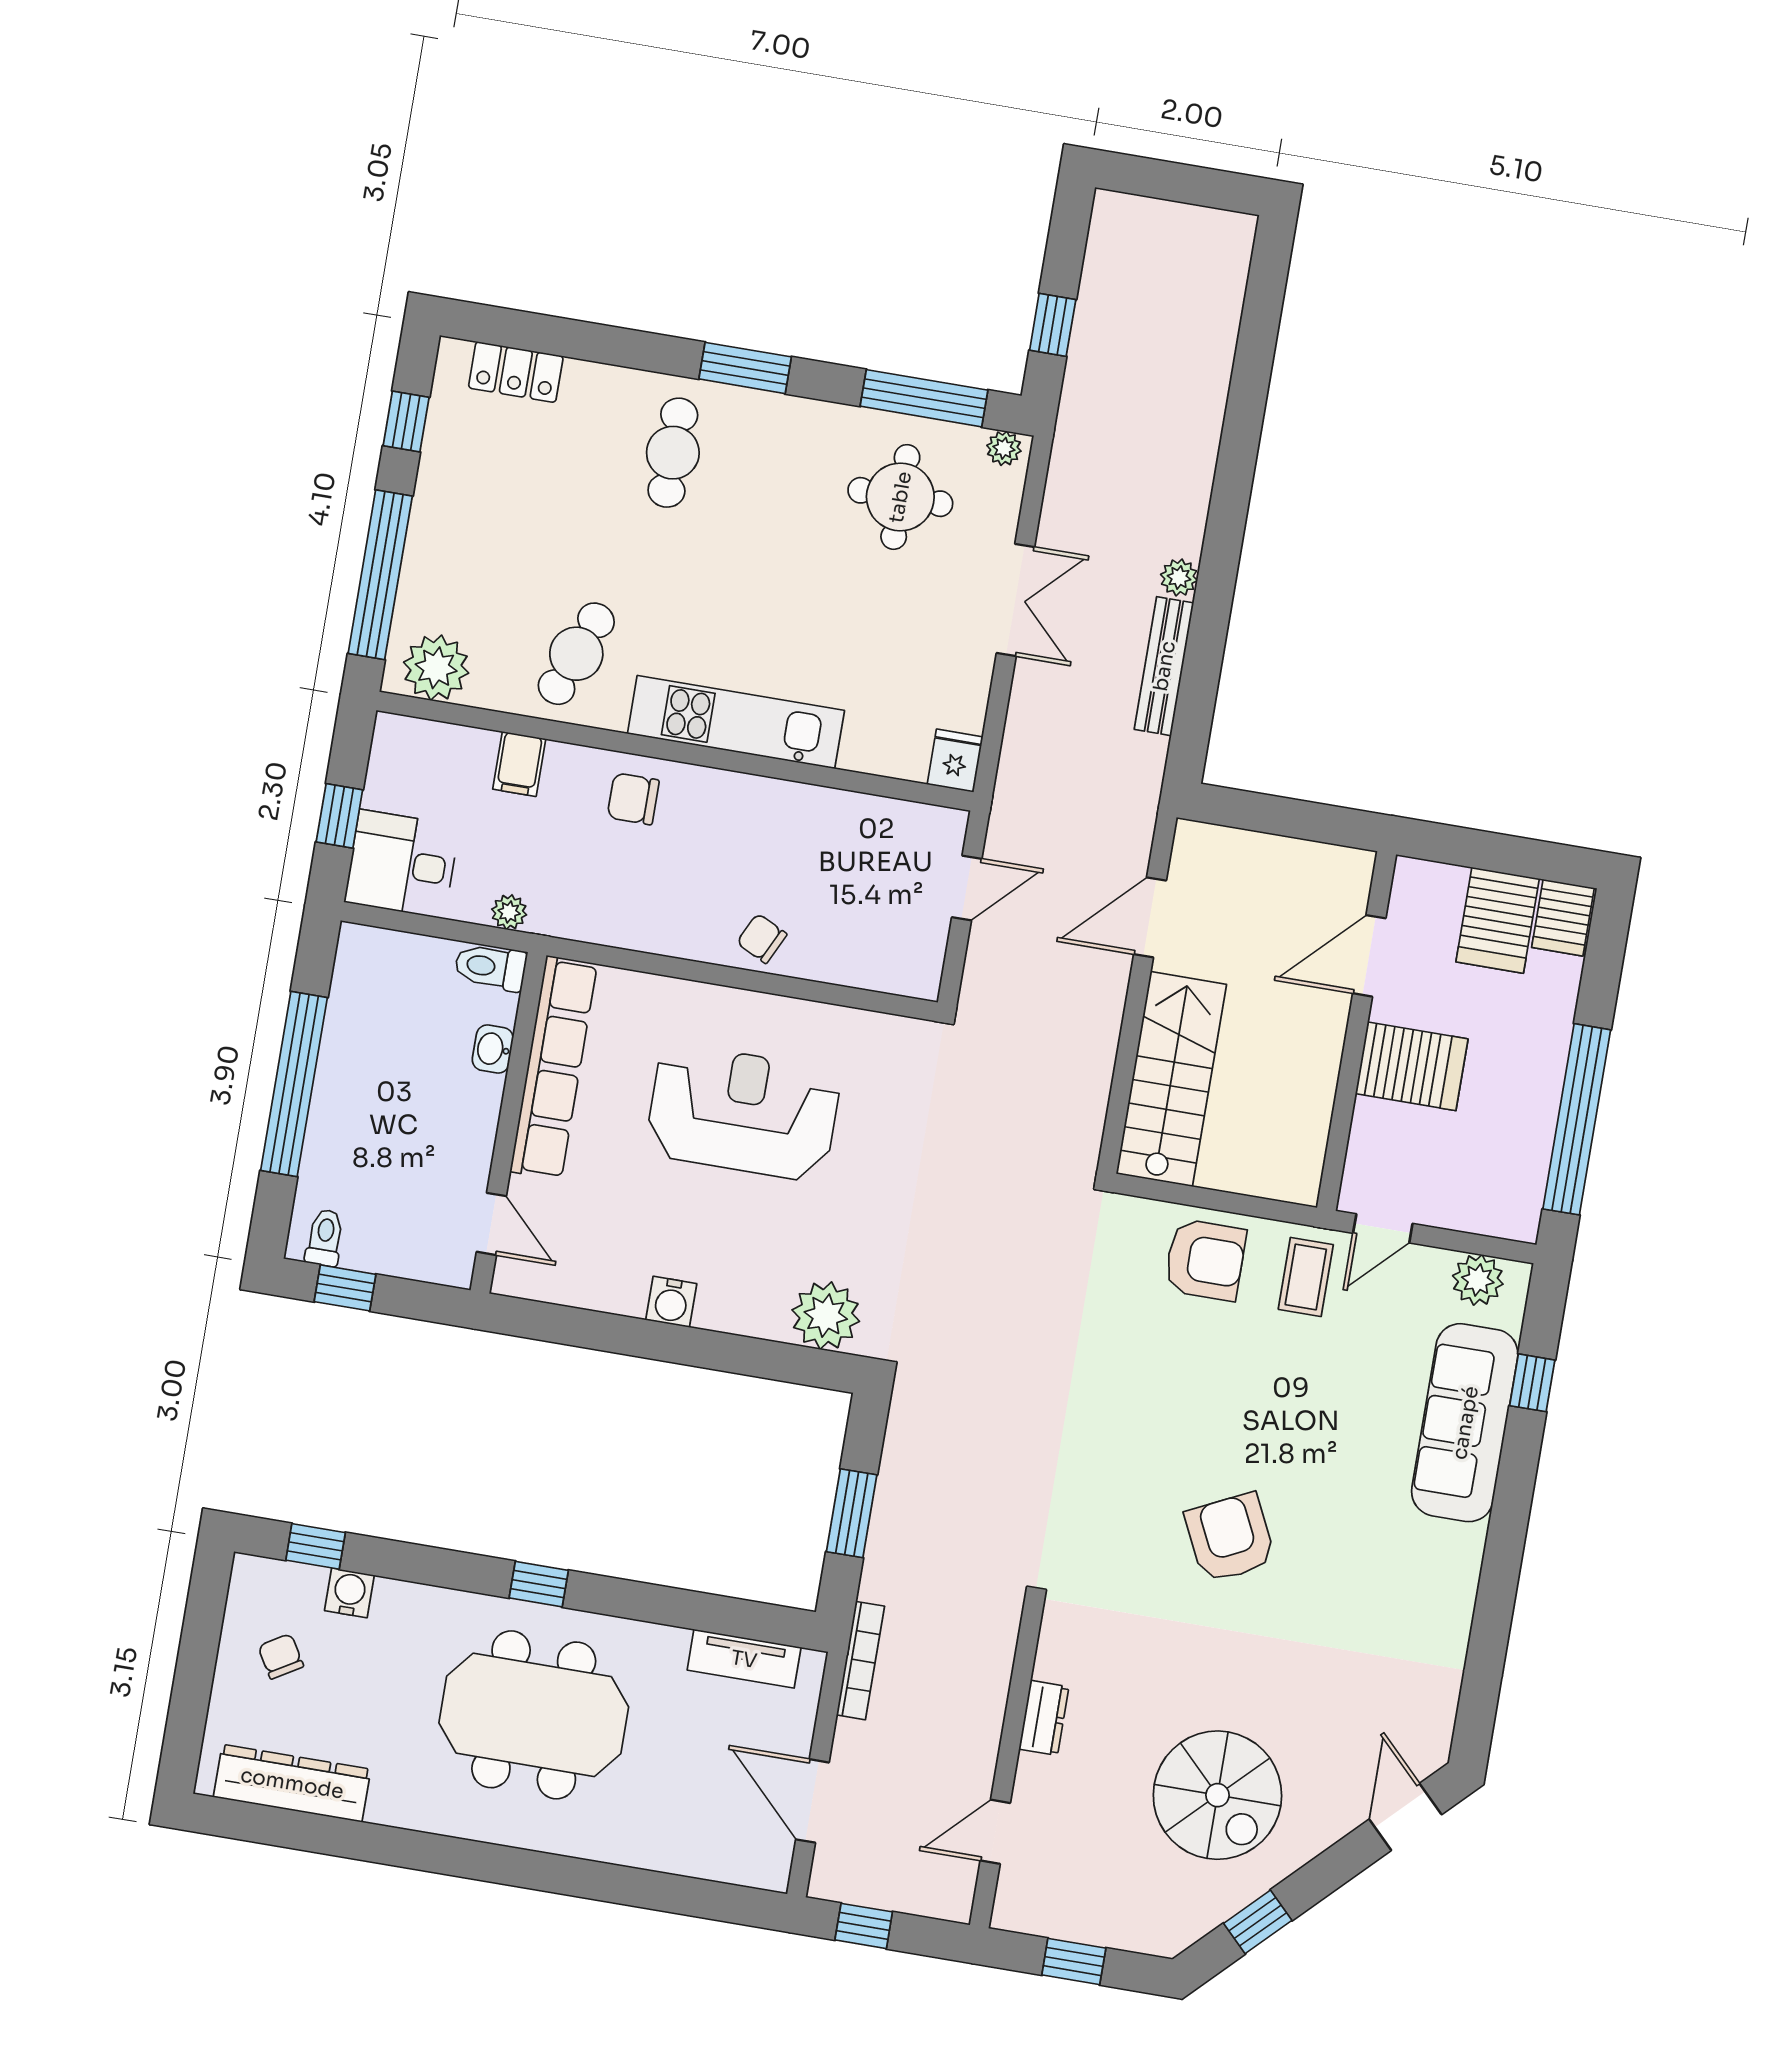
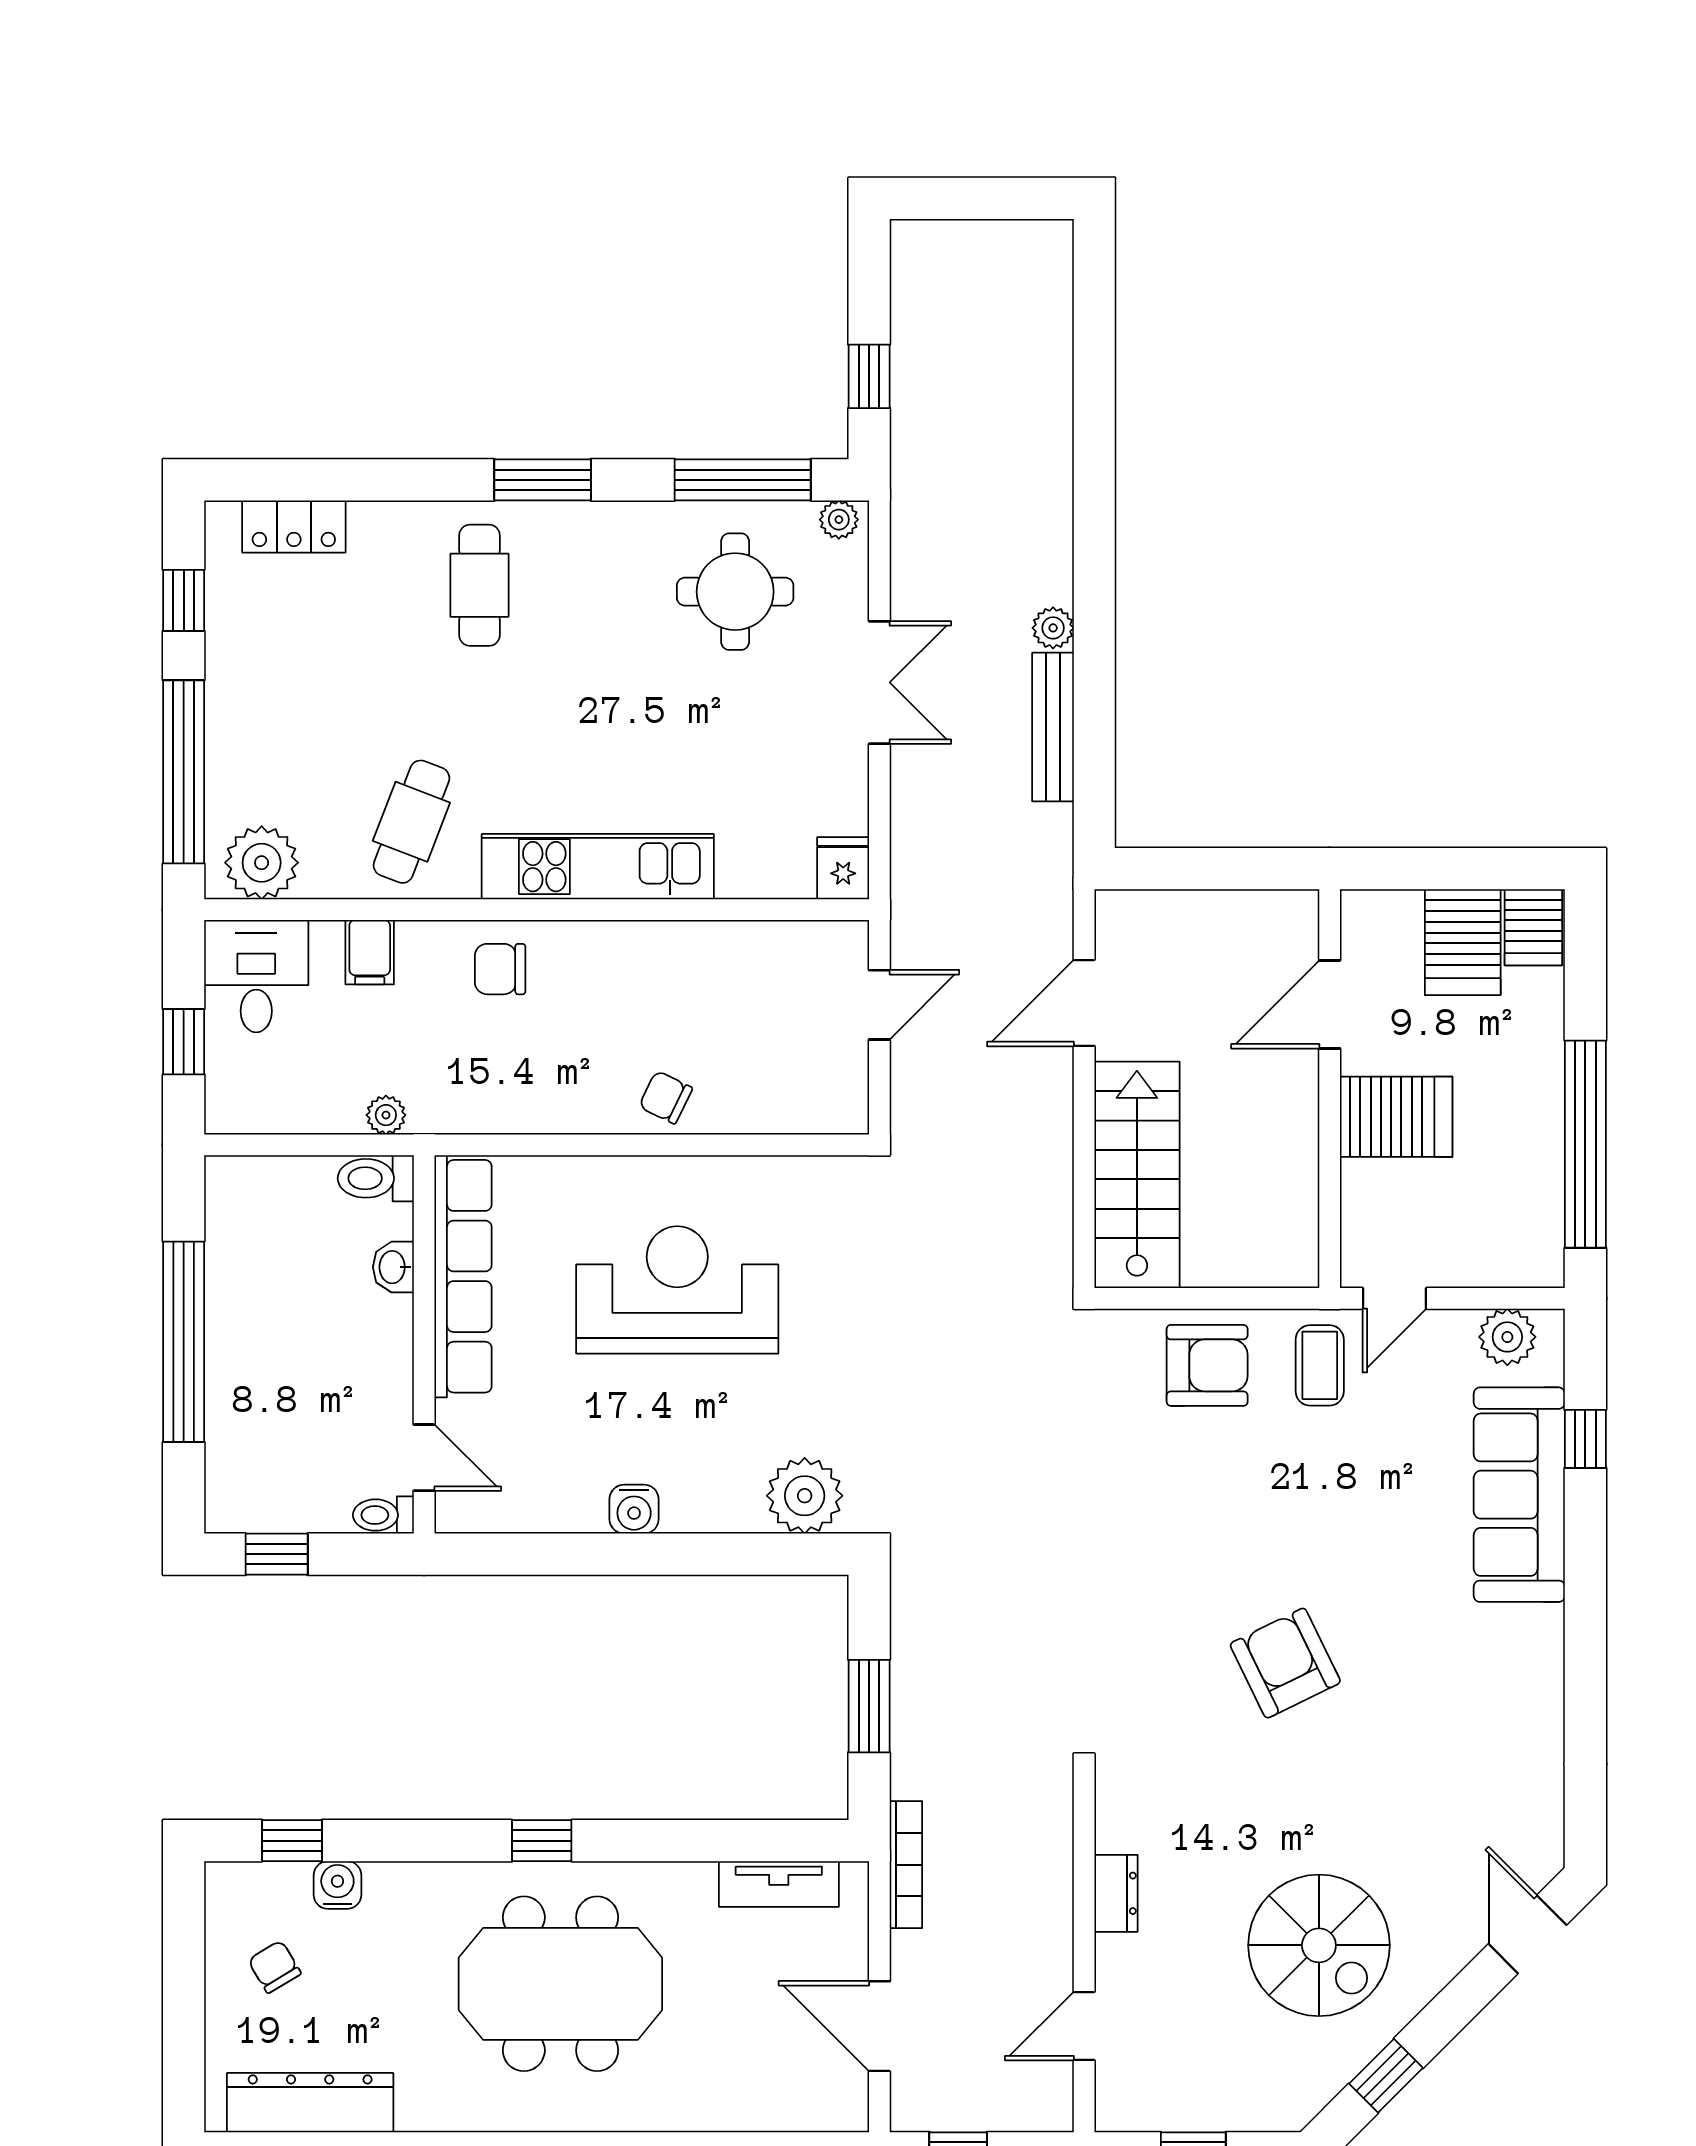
desk: (402, 864) -> (256, 976), moved, turned 90
toilet: (325, 1238) -> (383, 1515), moved, turned -90

